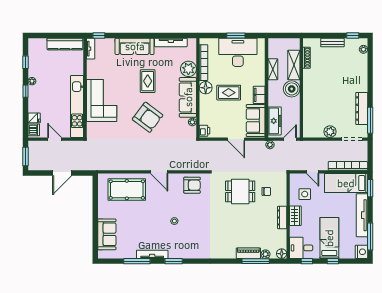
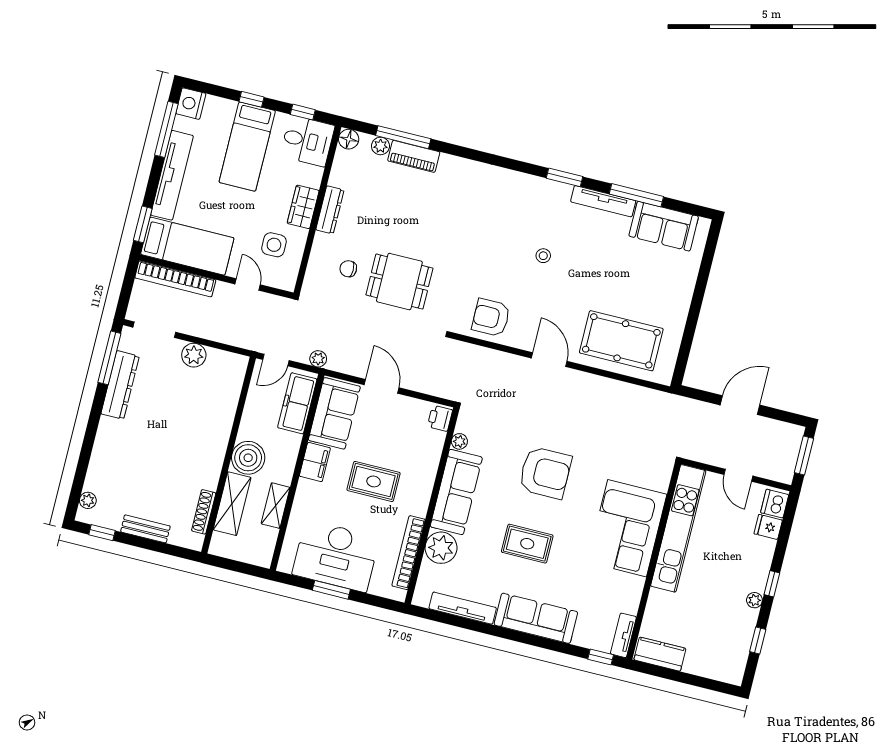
kitchen counter: (65, 44) -> (660, 654), width x0.67
rug: (148, 81) -> (527, 544), turned 90
floor lamp: (206, 88) -> (416, 502), removed
armchair: (148, 117) -> (545, 473), turned 143
sofa: (107, 234) -> (664, 226), moved, turned -90

